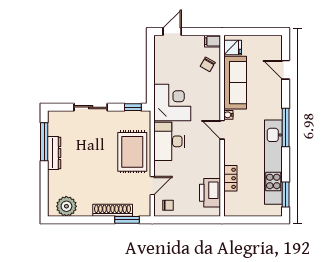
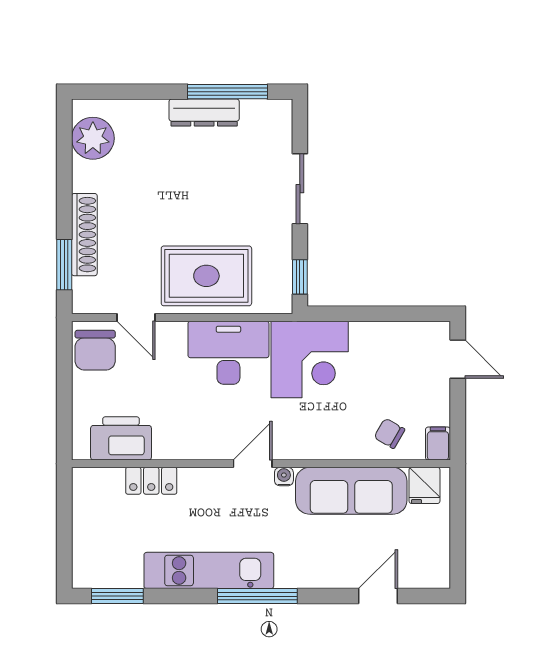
kitchen unit: (273, 162) -> (209, 570), width x0.73
chair: (168, 205) -> (95, 350), width x1.87, depth x1.87

